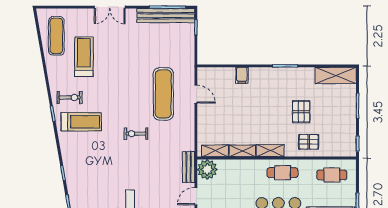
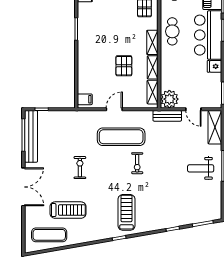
double door: (110, 7) -> (23, 187), width x1.37
treadmill: (84, 57) -> (68, 210), turned 180
filing cabinet: (242, 75) -> (85, 99), moved
exercise mat: (163, 94) -> (121, 137), moved
door: (196, 94) -> (114, 109), moved
exercise bike: (70, 97) -> (80, 168), moved
pallet: (301, 112) -> (124, 66), moved, turned 90

